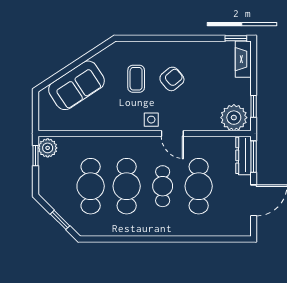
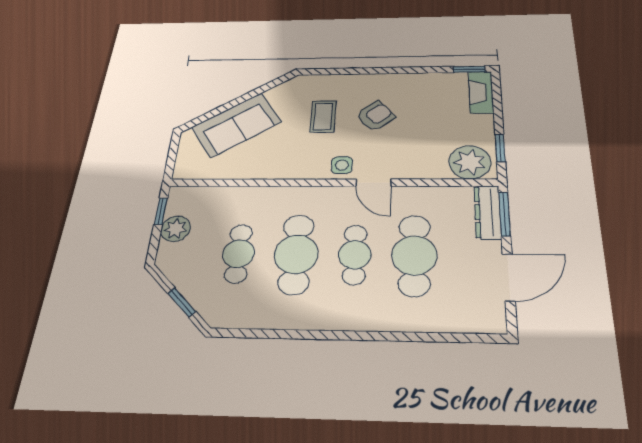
plant: (48, 148) -> (176, 229), moved
cafe table: (91, 186) -> (238, 254), width x0.73, depth x0.74

